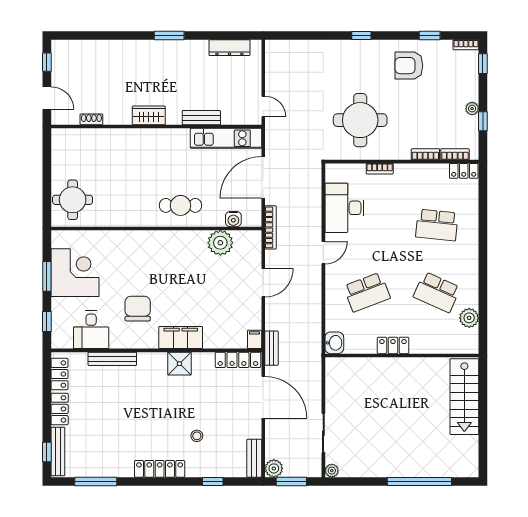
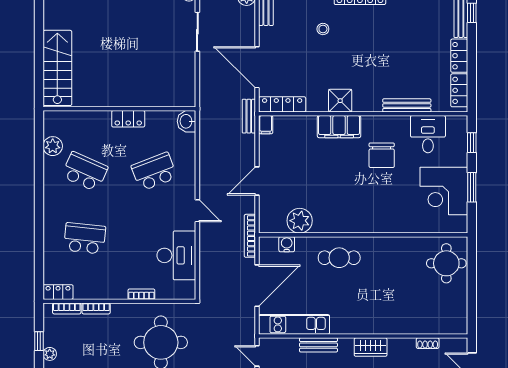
door: (323, 253) -> (197, 211), swing flipped

